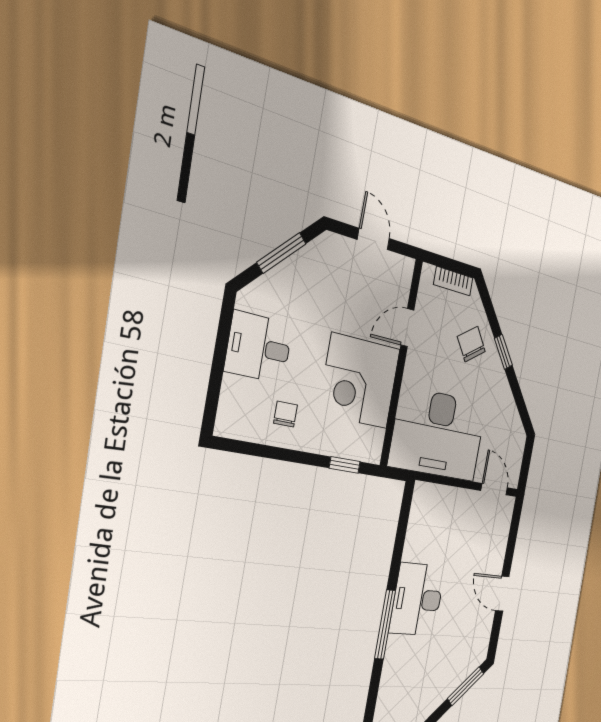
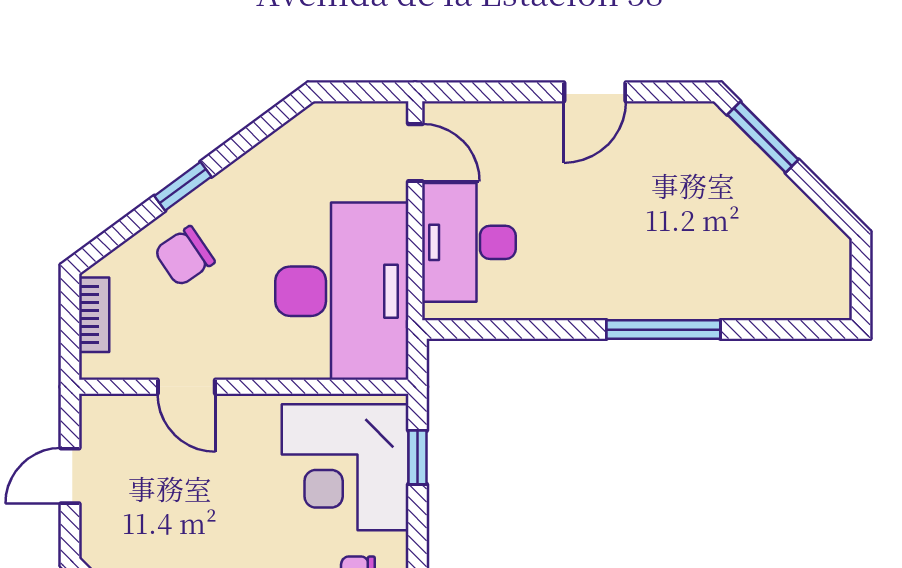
corner desk: (360, 381) -> (345, 467), moved, turned 90
door: (494, 489) -> (415, 153), swing flipped
desk: (417, 599) -> (469, 242), moved, turned 90

